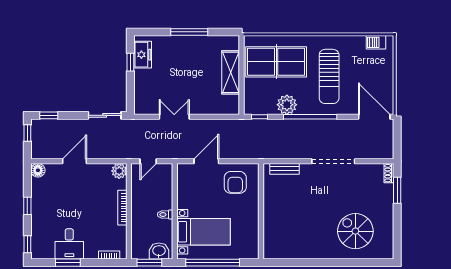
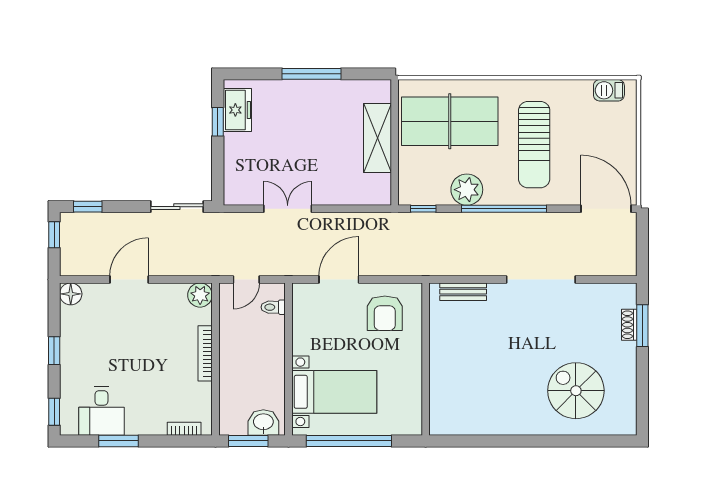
shoe rack: (389, 173) -> (629, 325), moved
toilet: (165, 215) -> (273, 307), moved
desk: (69, 244) -> (101, 411), moved

